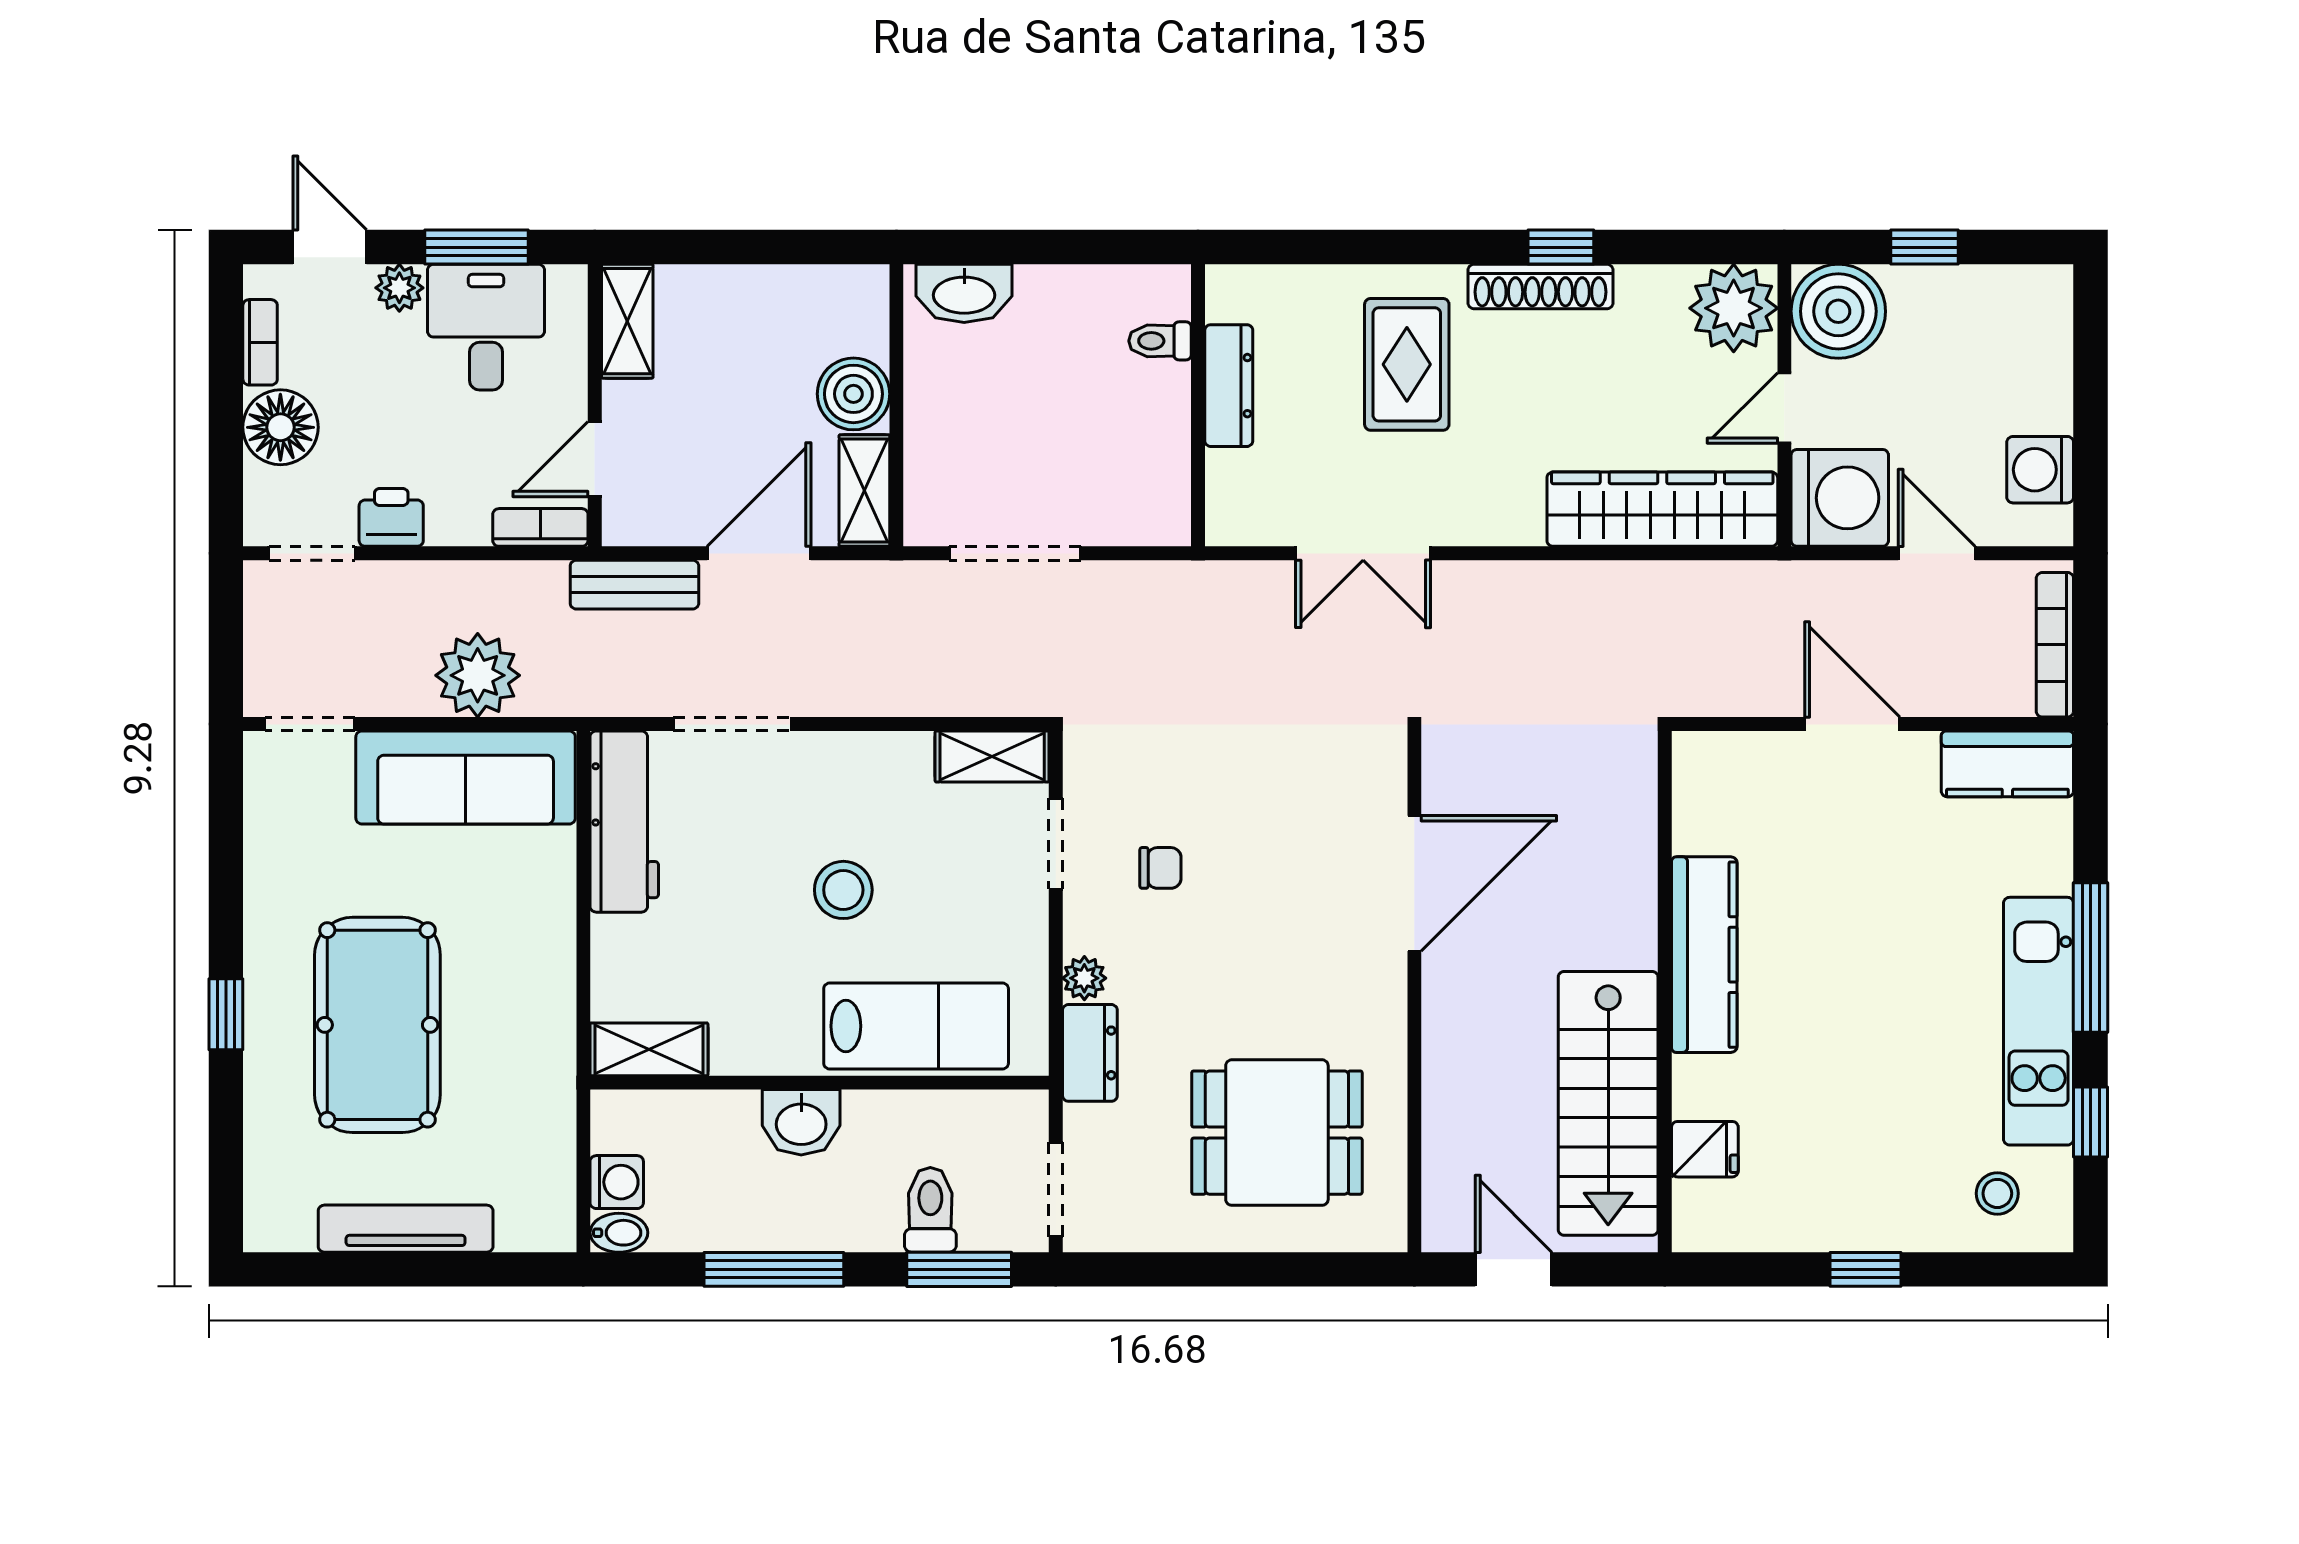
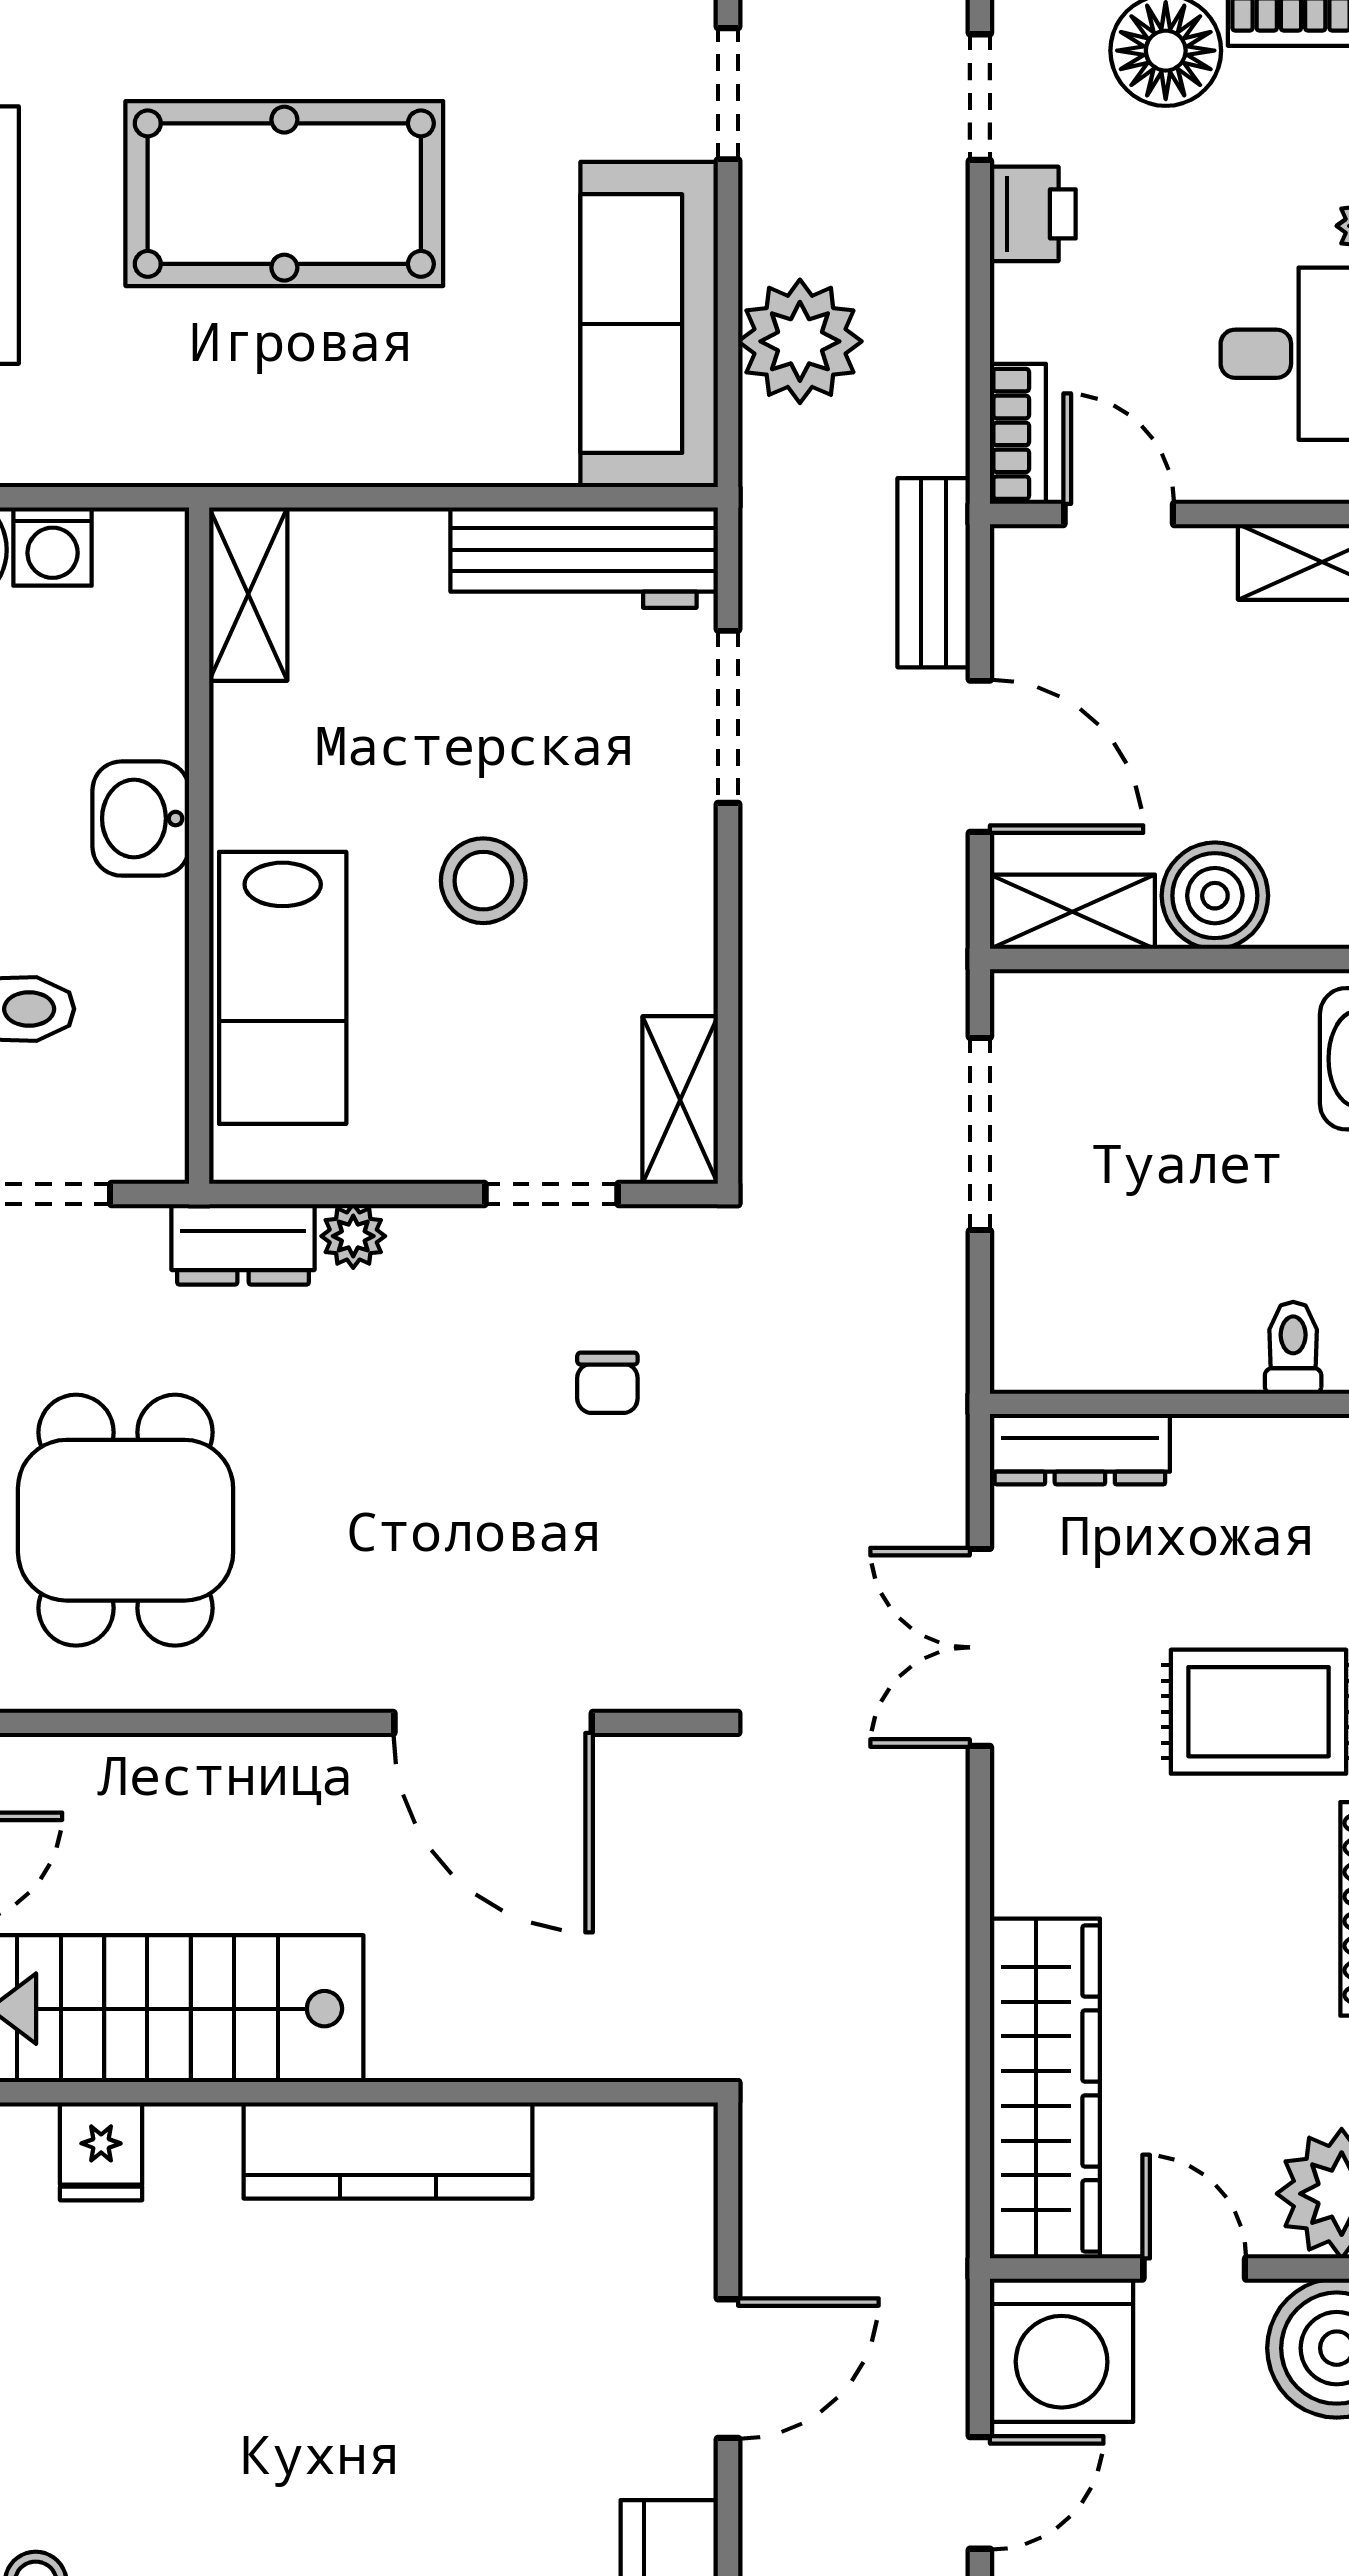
dresser: (1229, 386) -> (1080, 1449), moved
chair: (1160, 868) -> (607, 1383), moved

